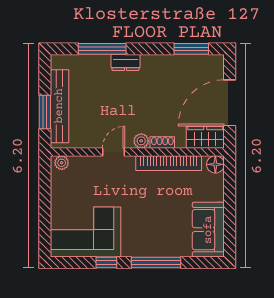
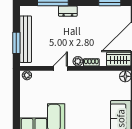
bookcase: (169, 163) -> (95, 76), removed

